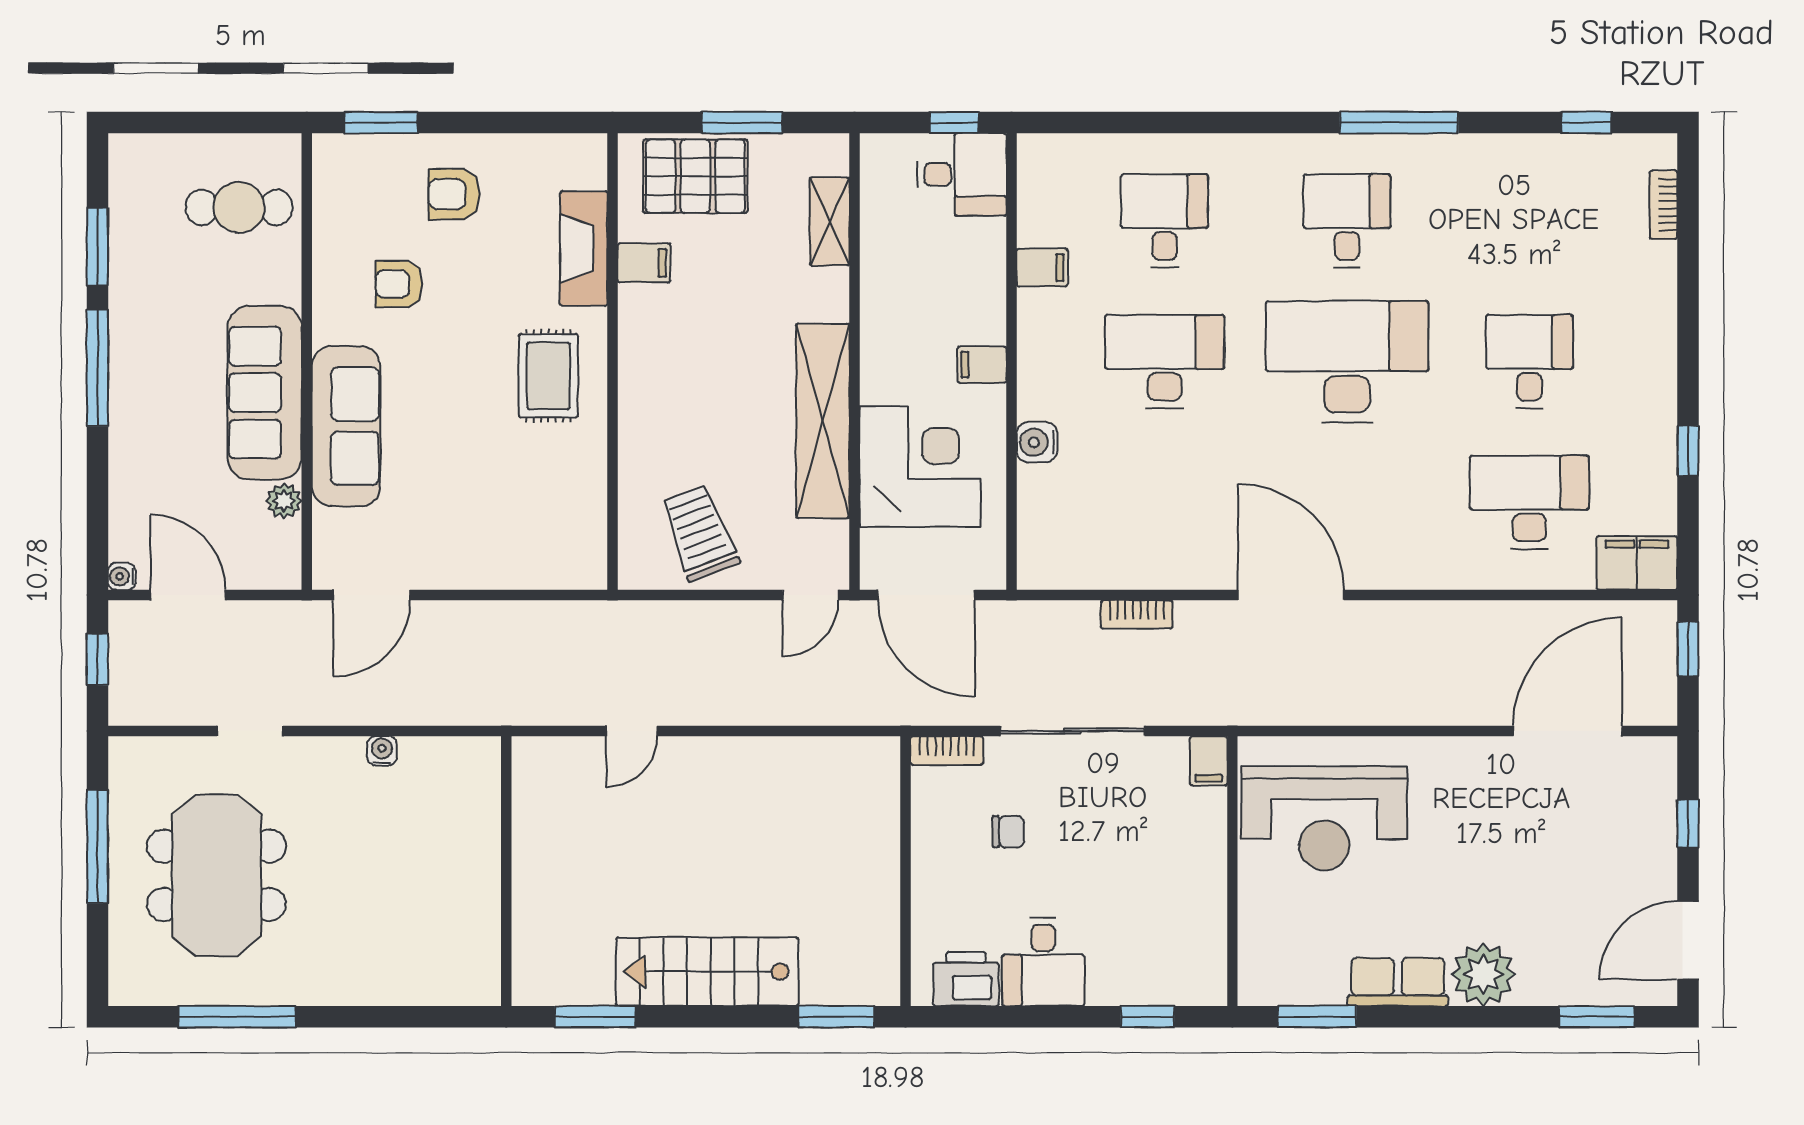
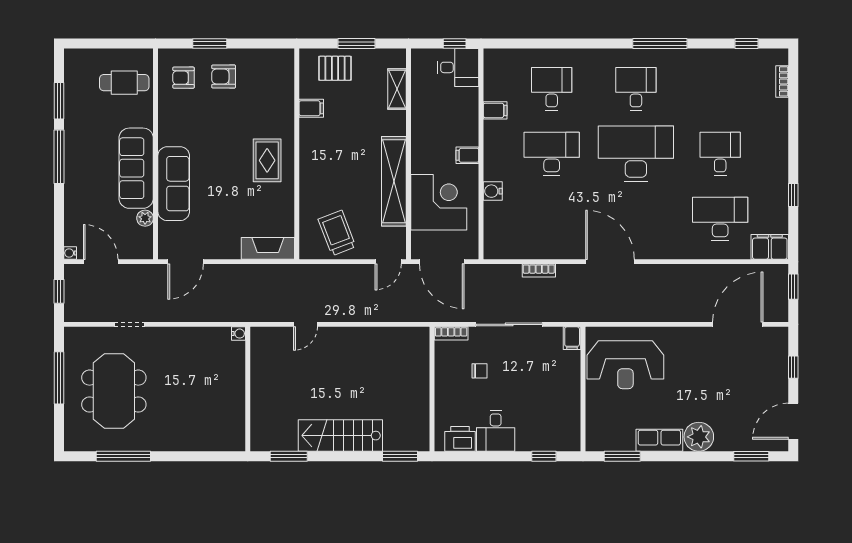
window: (381, 122) -> (210, 43), moved
pallet: (695, 176) -> (335, 68), width x0.67, depth x0.71
fireplace: (584, 248) -> (268, 248), moved, turned 90
armchair: (399, 284) -> (184, 78), moved
water cooler: (382, 751) -> (239, 334), moved, turned 90

